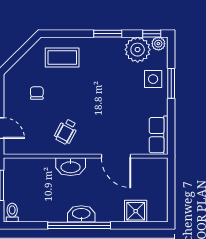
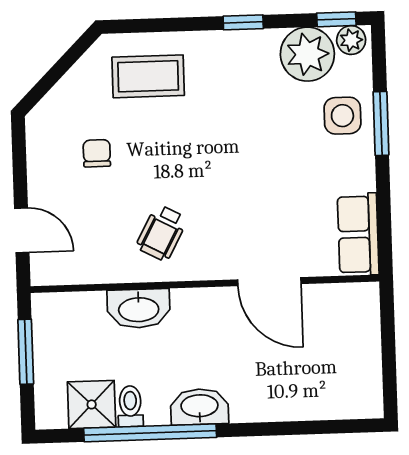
window: (108, 34) -> (243, 22), width x0.67
washbasin: (71, 167) -> (139, 309), moved
shower: (136, 211) -> (92, 404), moved
toilet: (12, 213) -> (130, 406), moved
window: (79, 225) -> (150, 433), moved

